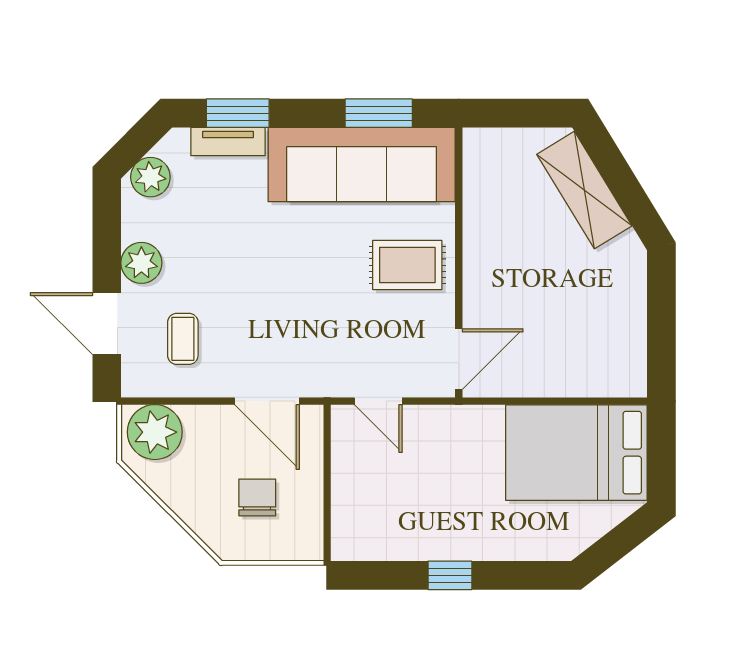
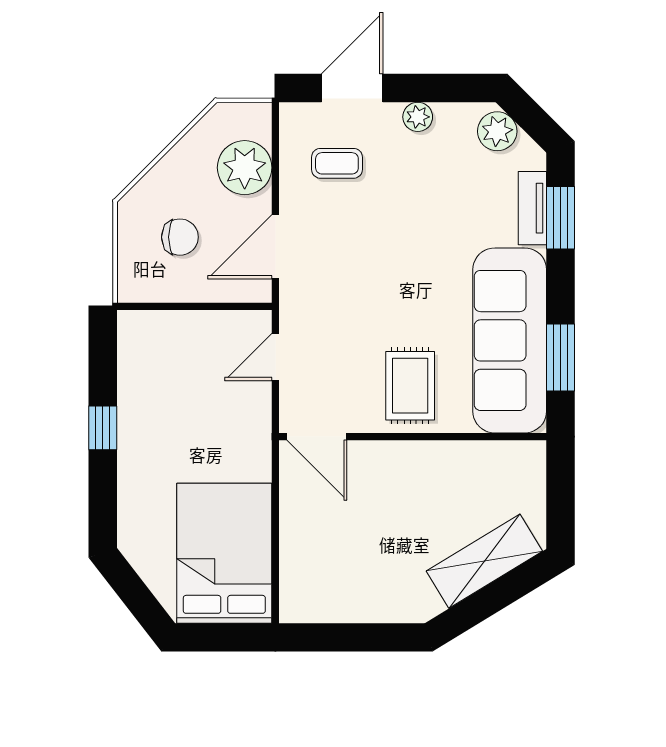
plant: (141, 263) -> (418, 117), width x0.73, depth x0.73
plant: (155, 432) -> (245, 168), moved

